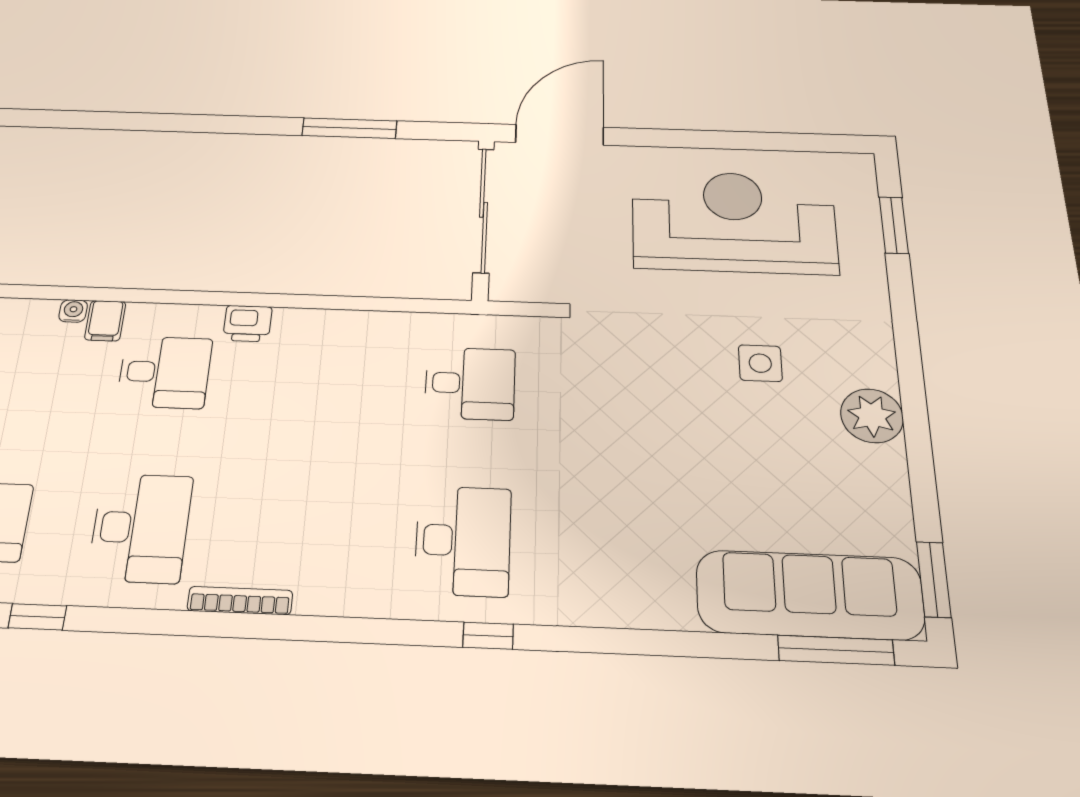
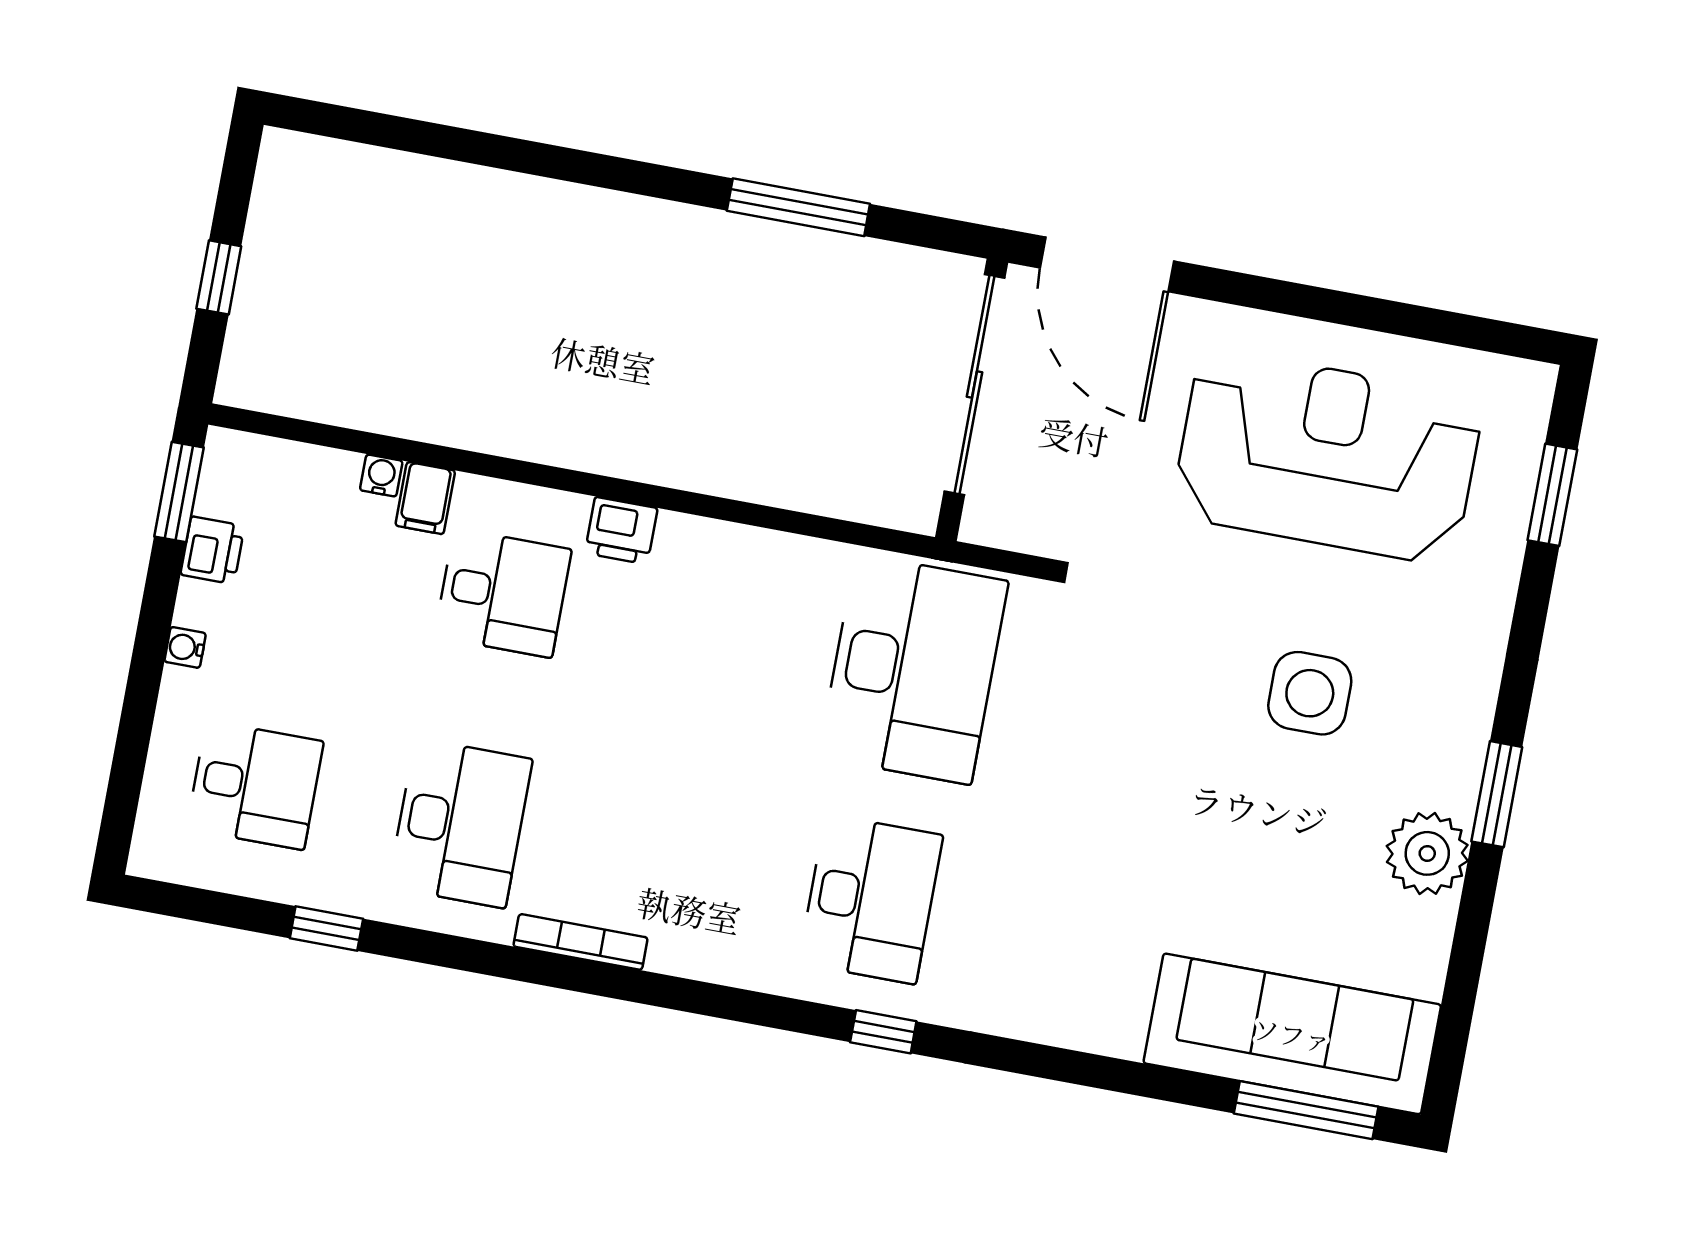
door: (560, 135) -> (1107, 264), swing flipped
side table: (760, 363) -> (1310, 693), width x1.37, depth x1.37
desk: (470, 383) -> (913, 669), width x1.87, depth x1.30
plant: (872, 416) -> (1427, 853), moved
window: (934, 579) -> (1497, 794), moved

